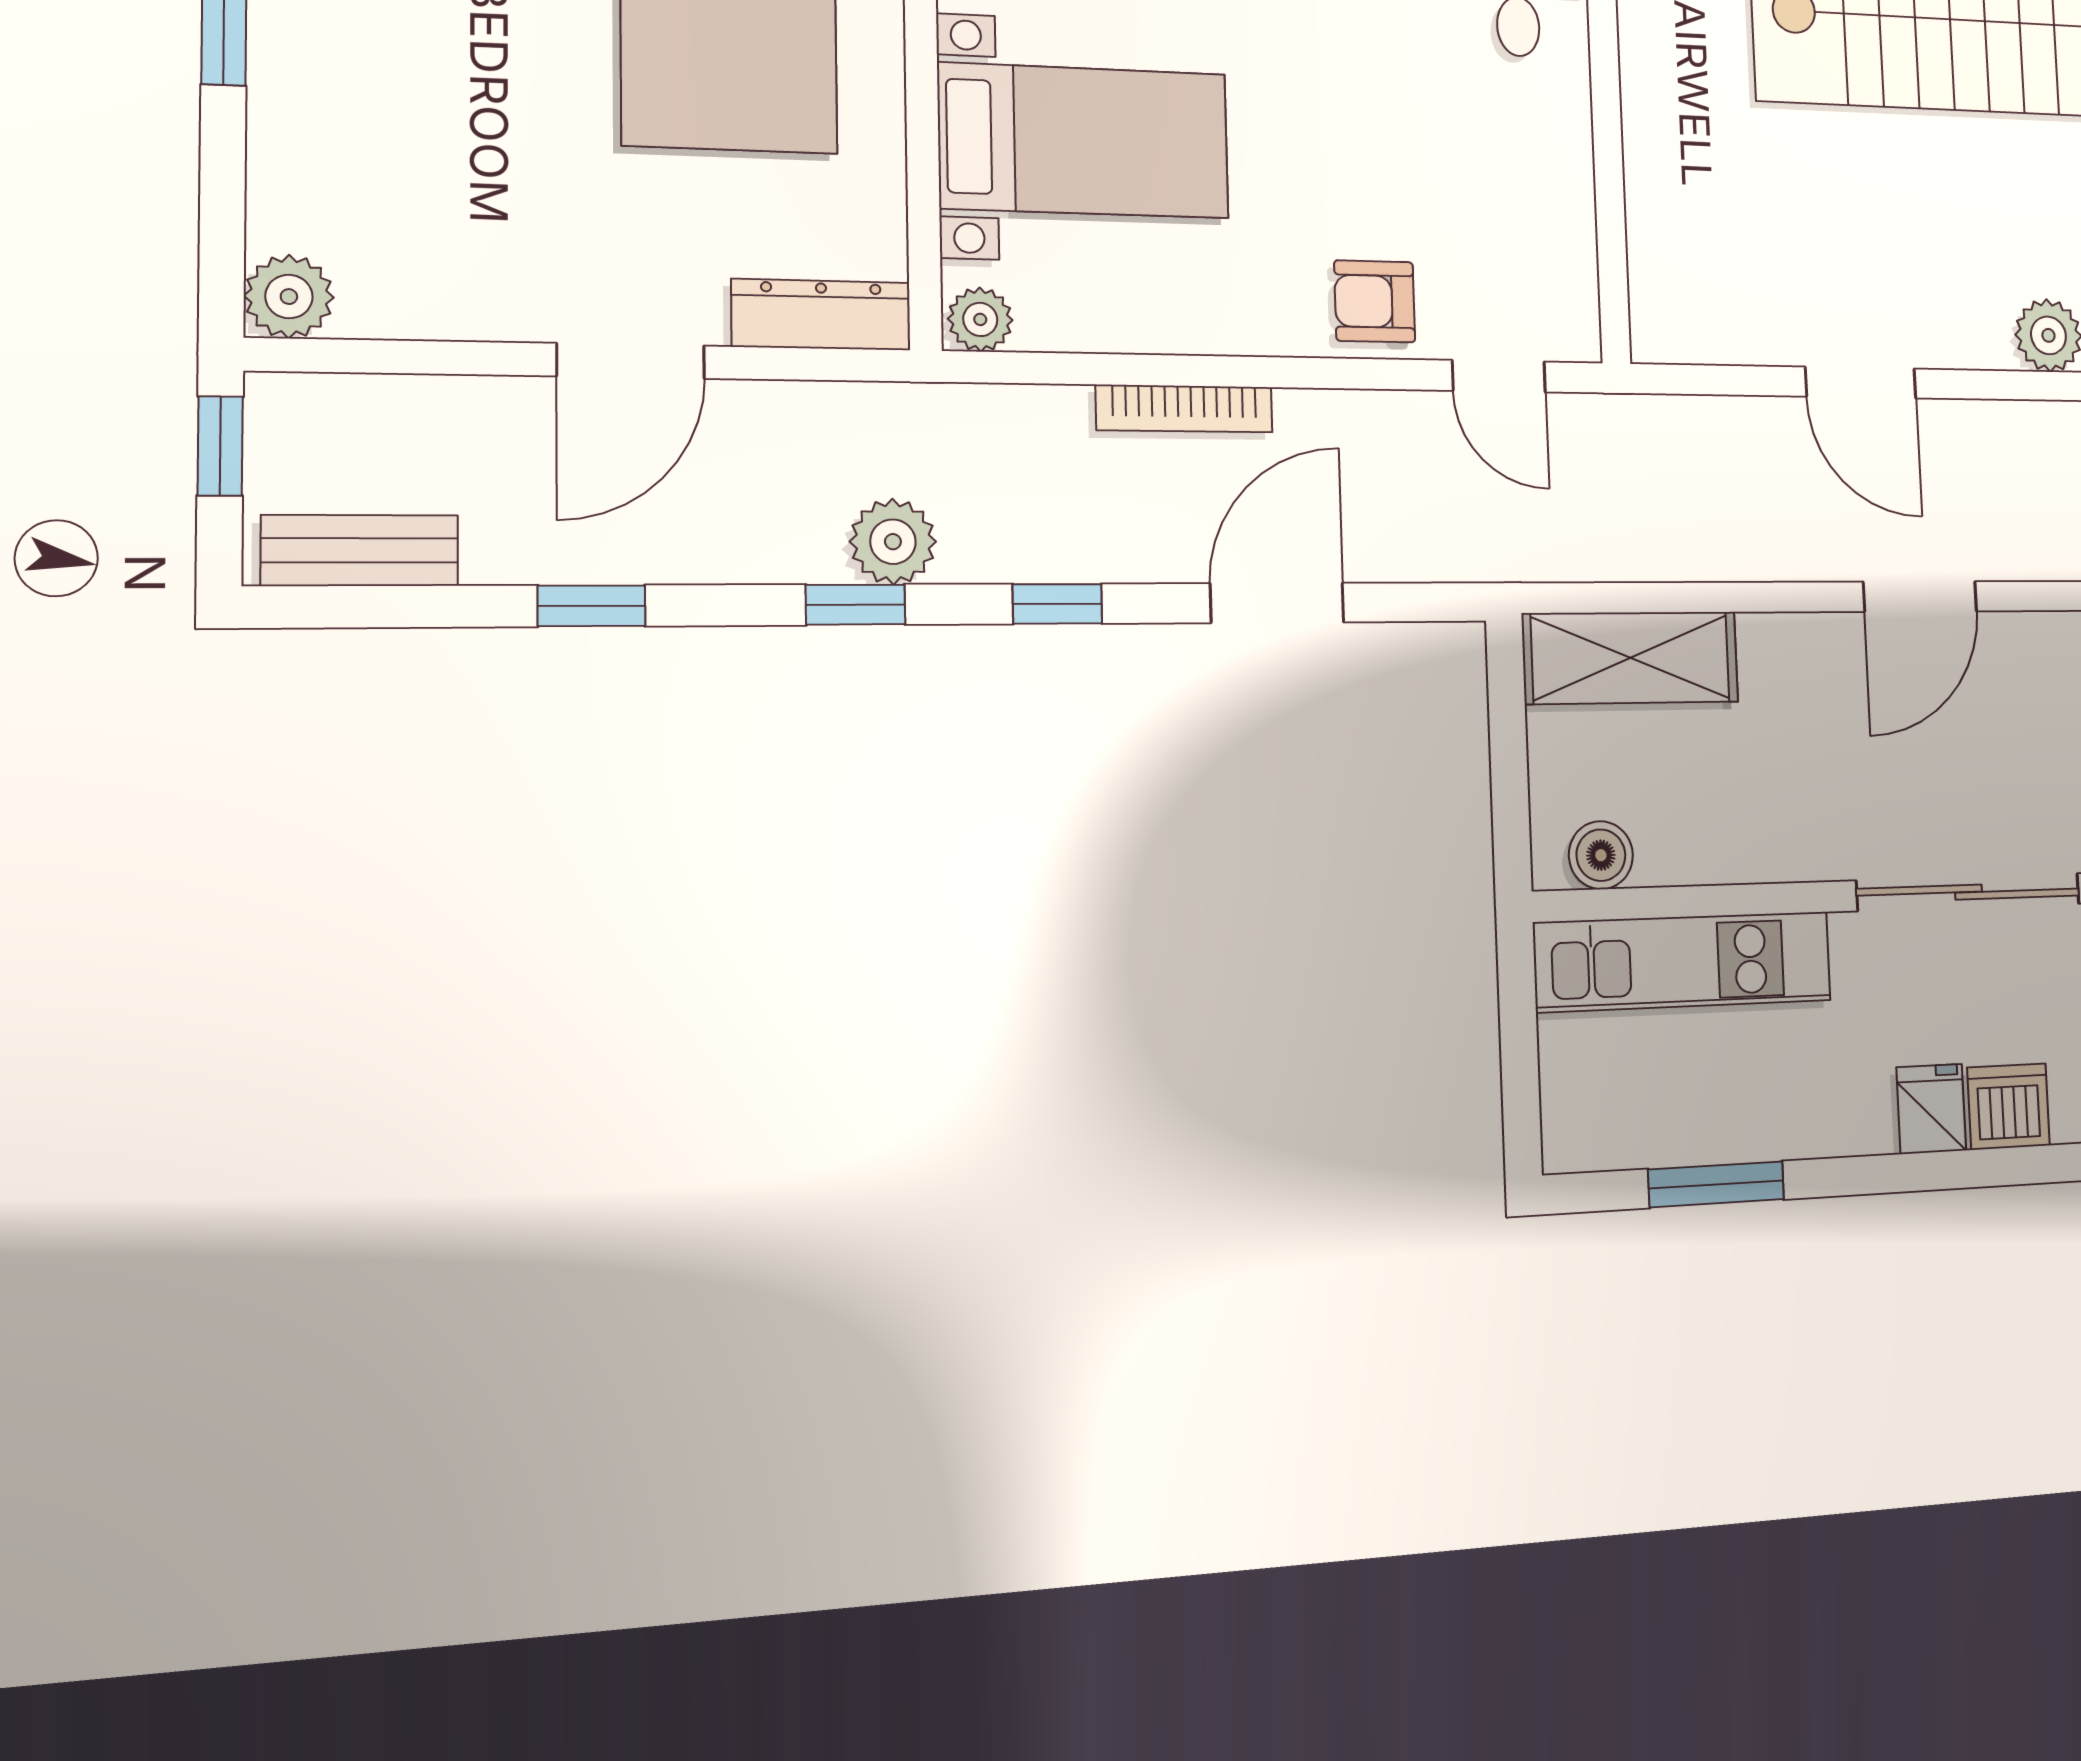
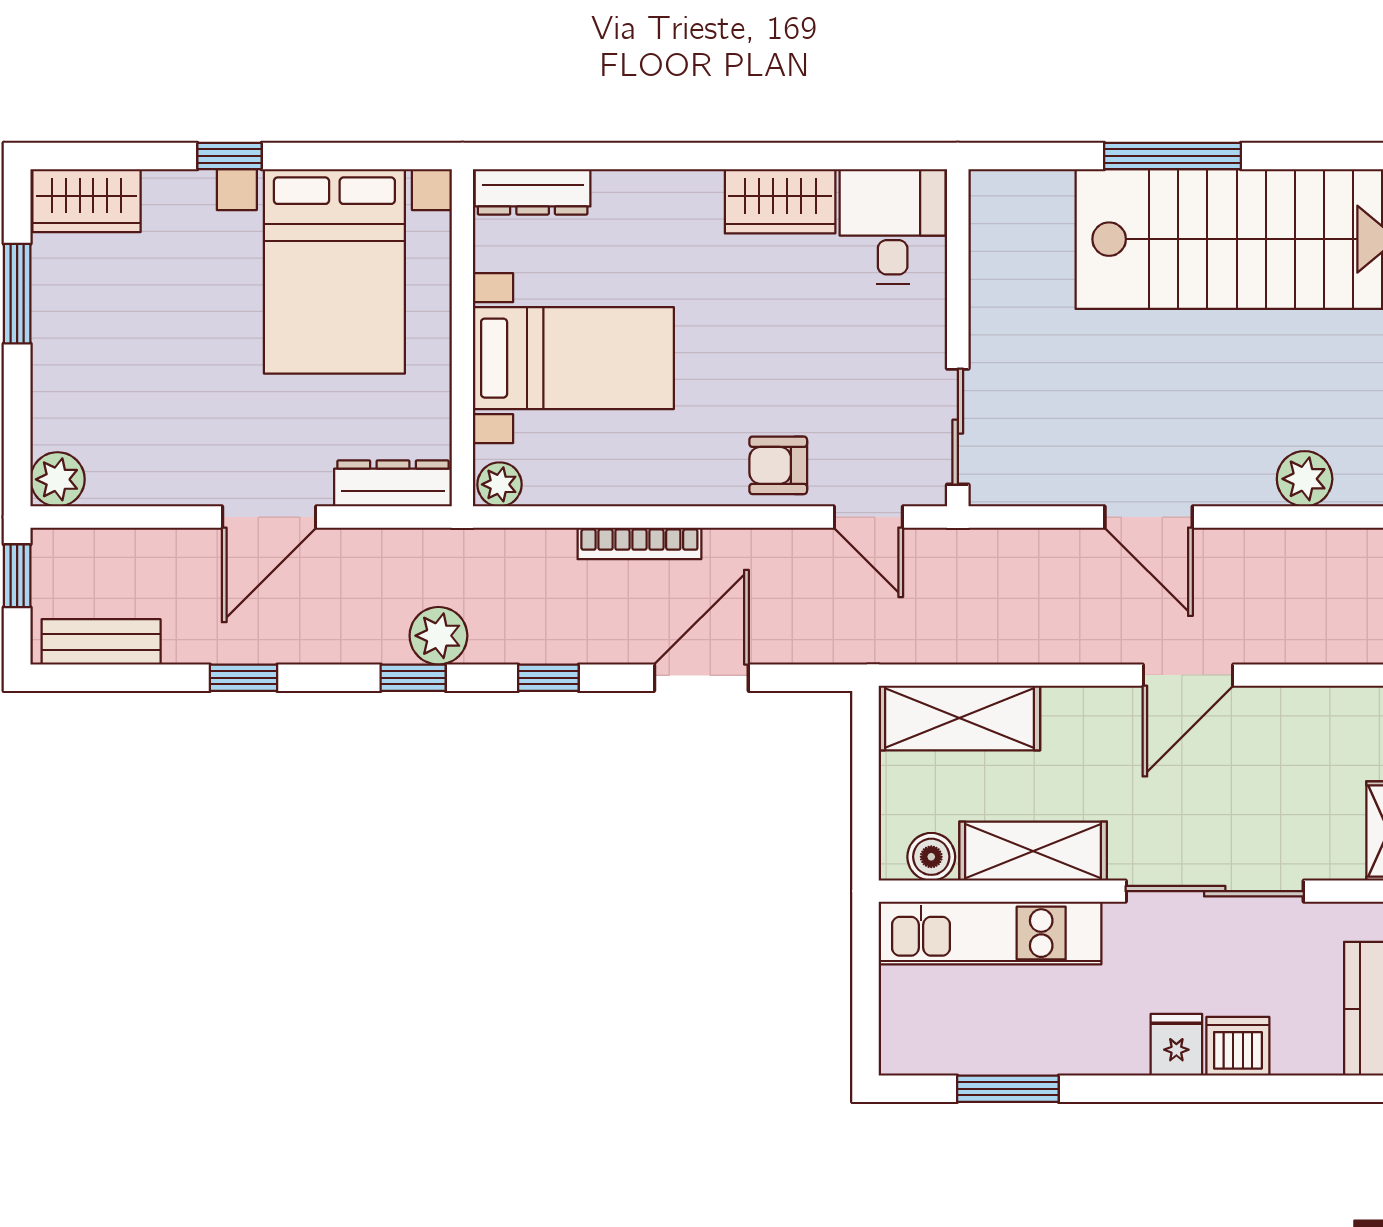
sliding door: (1612, 254) -> (958, 427), added
shelving: (1735, 843) -> (1033, 851), added

